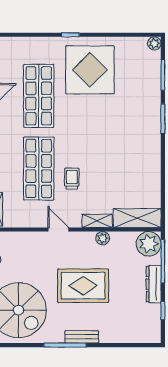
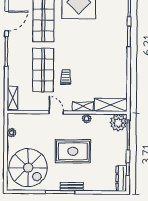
dresser: (154, 284) -> (121, 178), moved

